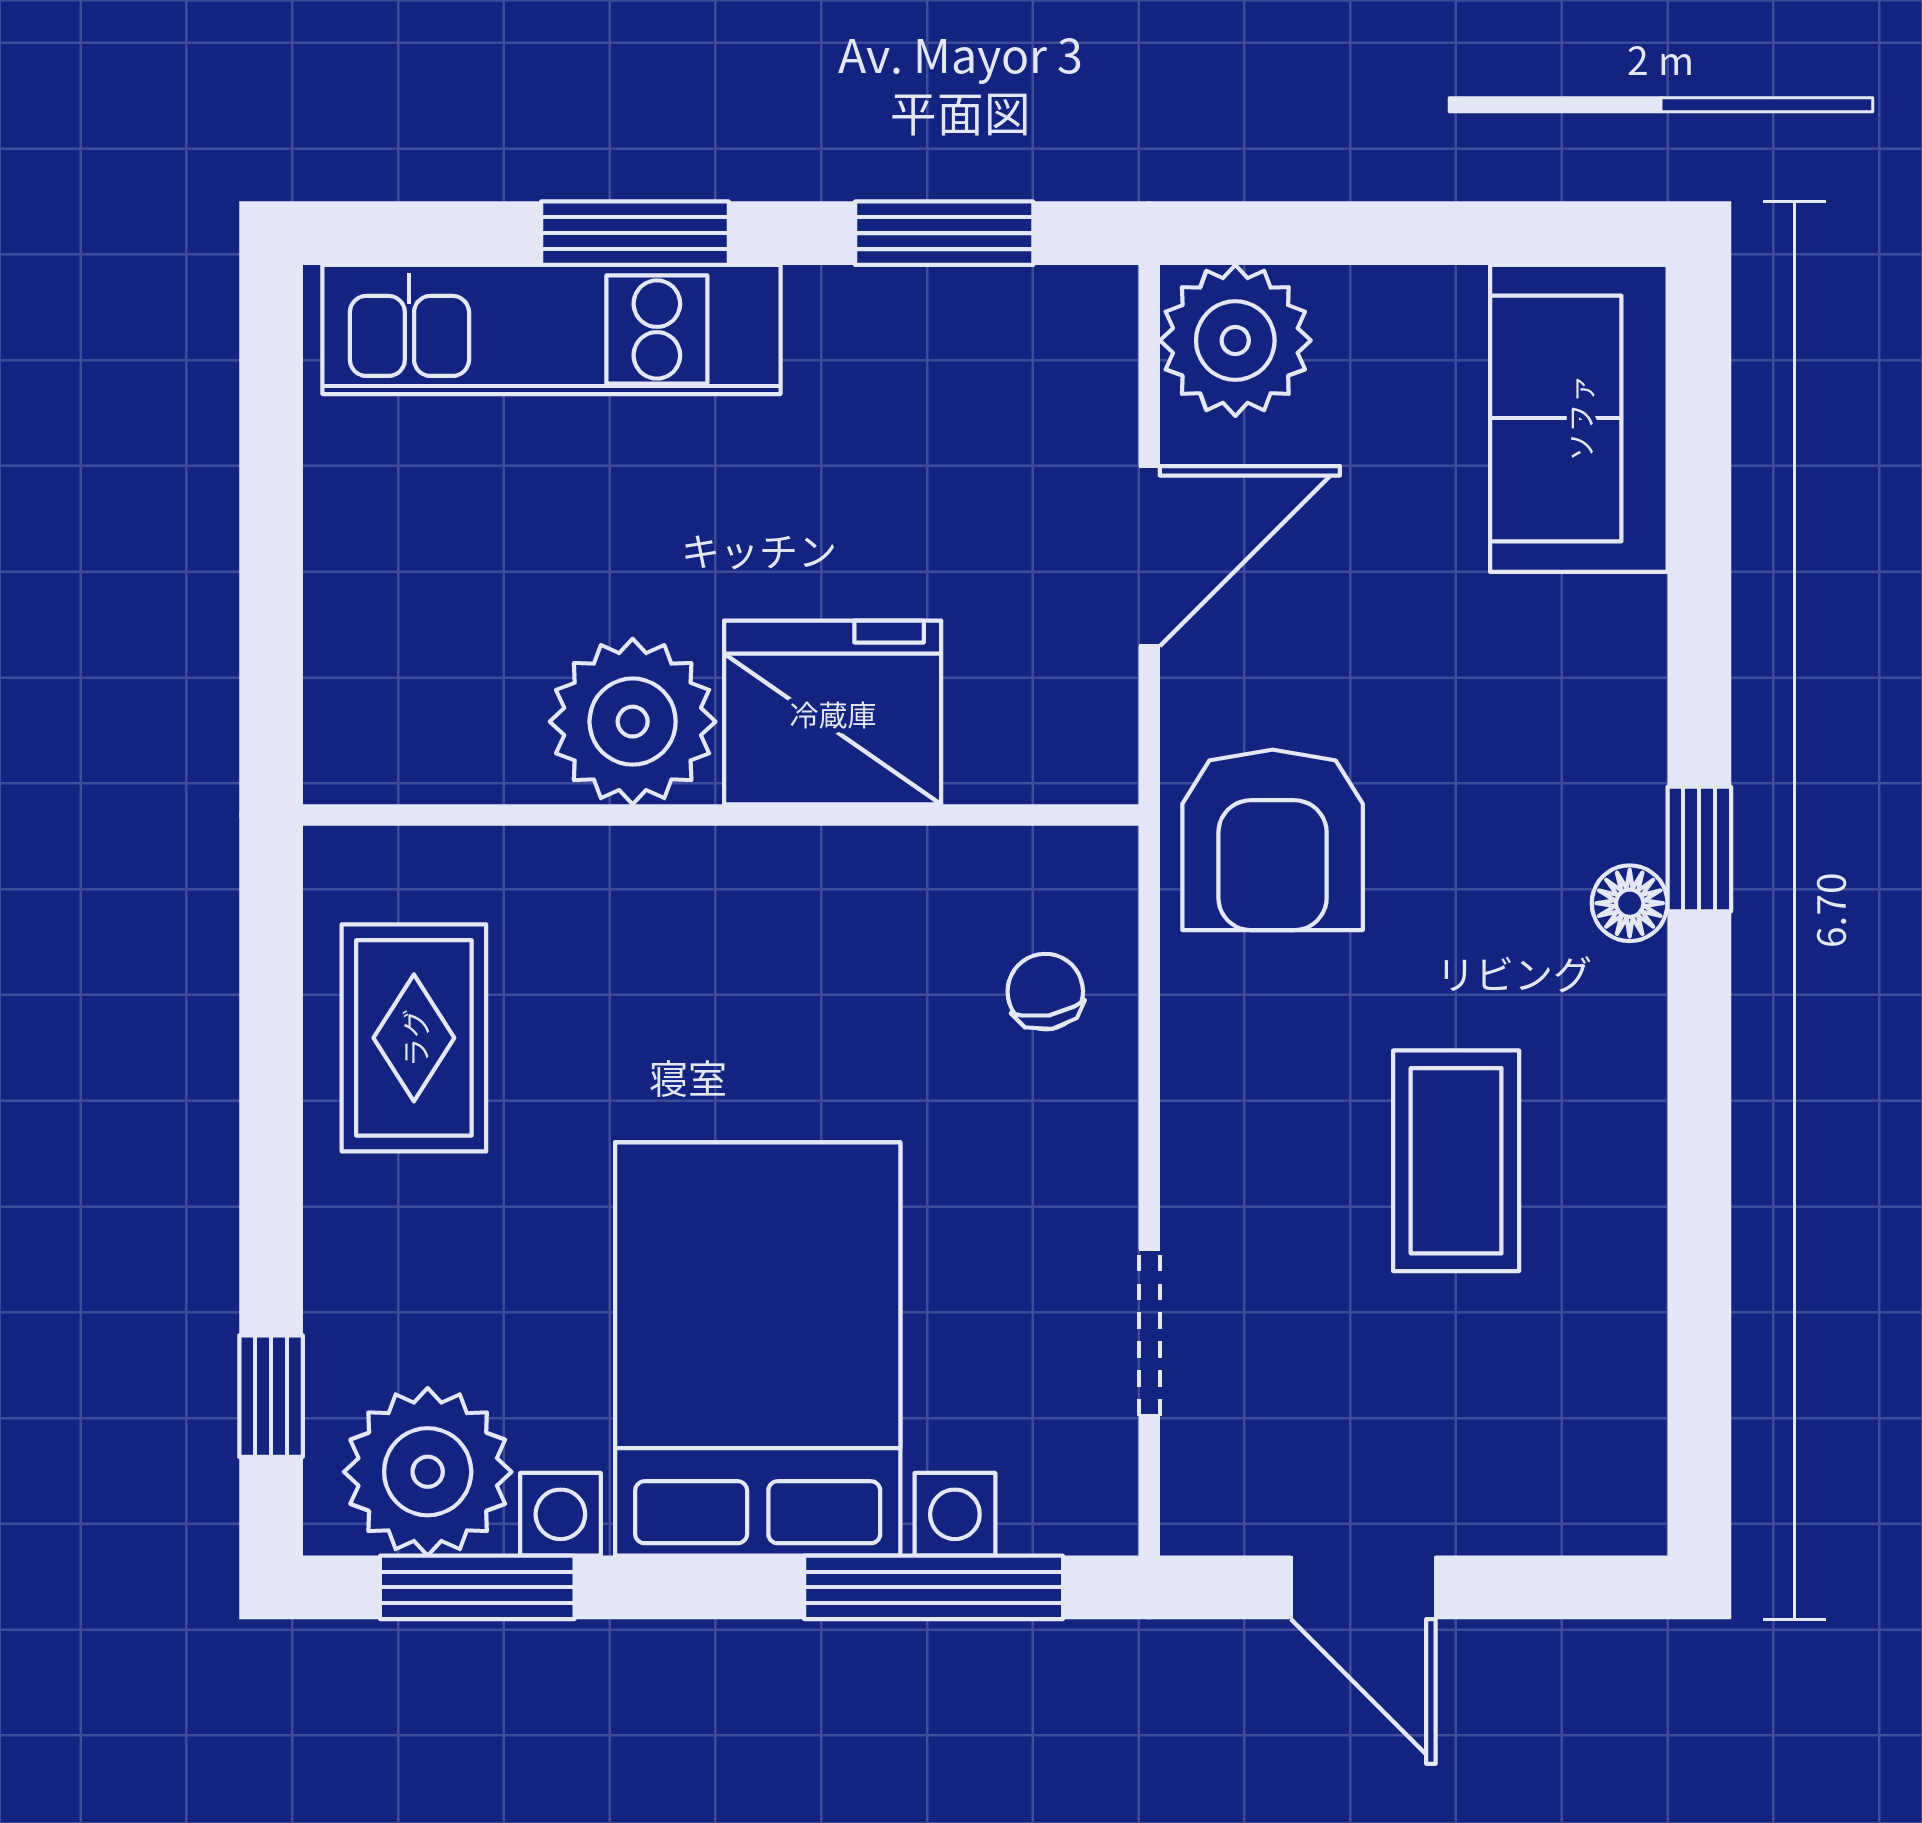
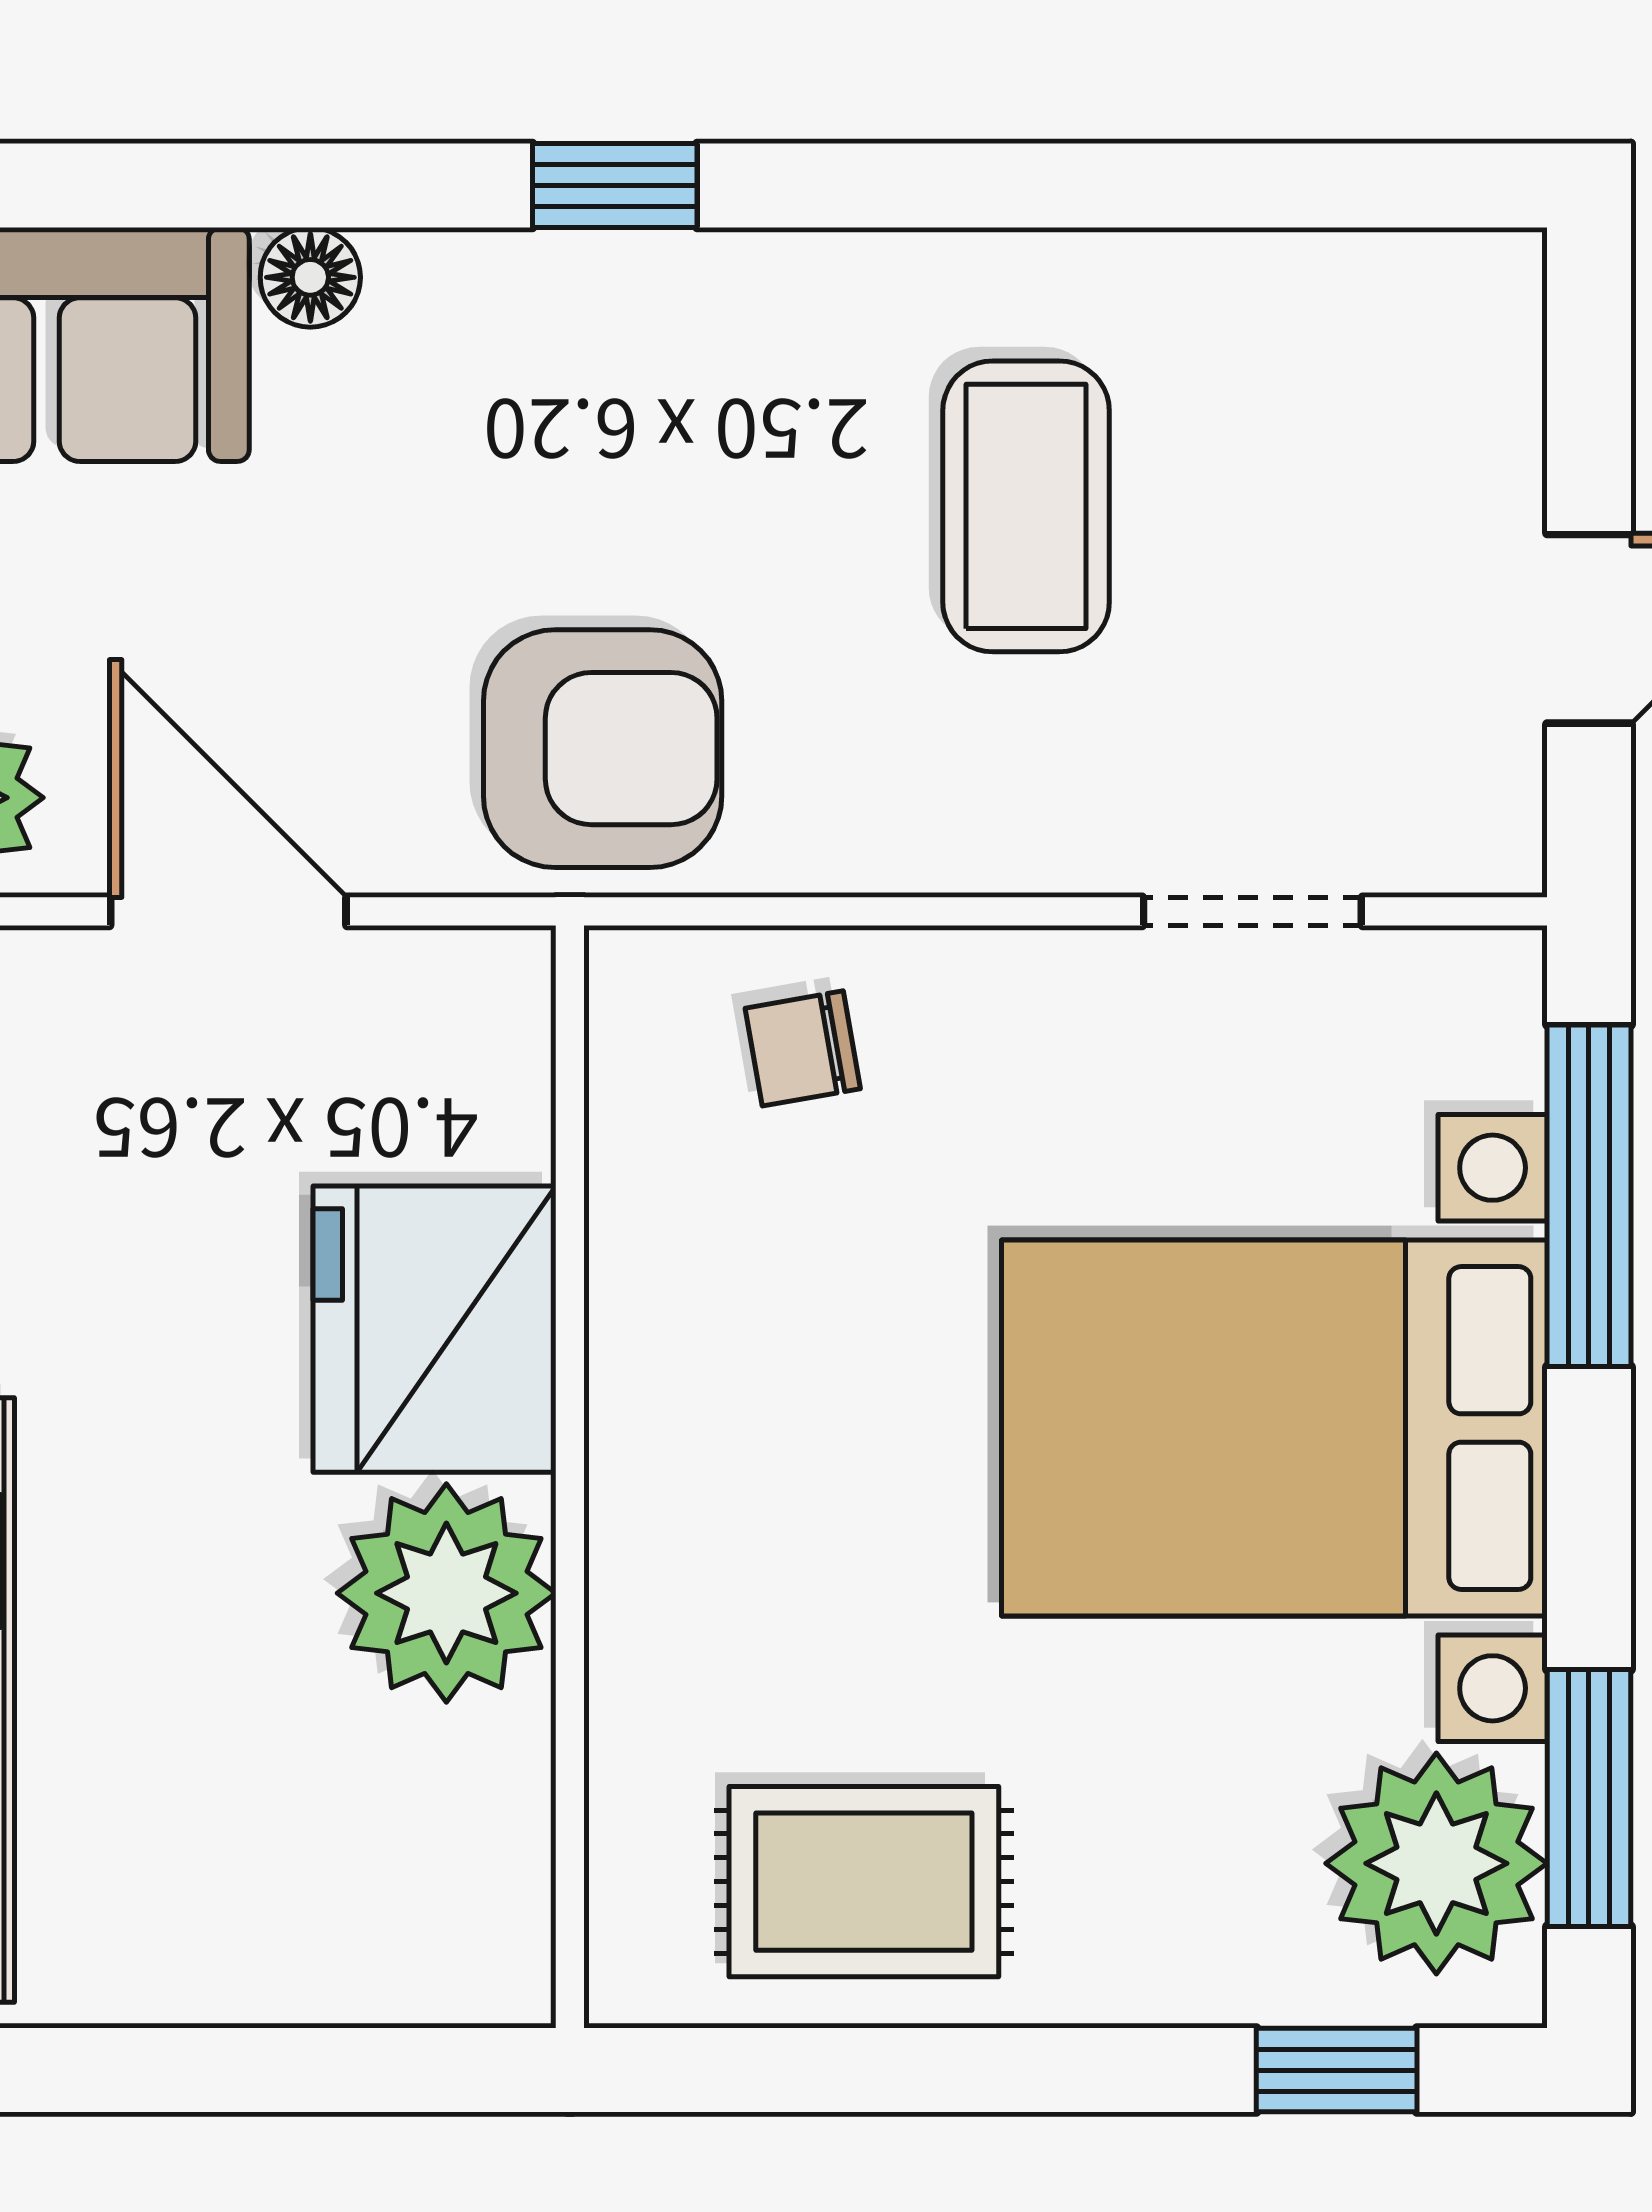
floor lamp: (1630, 903) -> (310, 277), moved
coffee table: (1456, 1161) -> (1026, 506), turned 90

